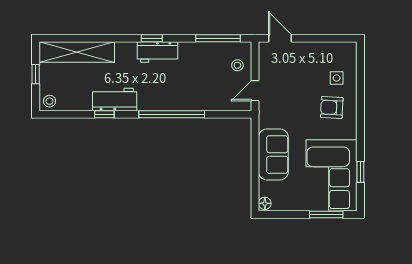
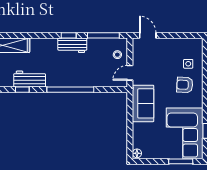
window: (152, 38) -> (69, 35), moved
workbench: (158, 52) -> (72, 45), moved
sofa: (273, 154) -> (143, 103), moved

